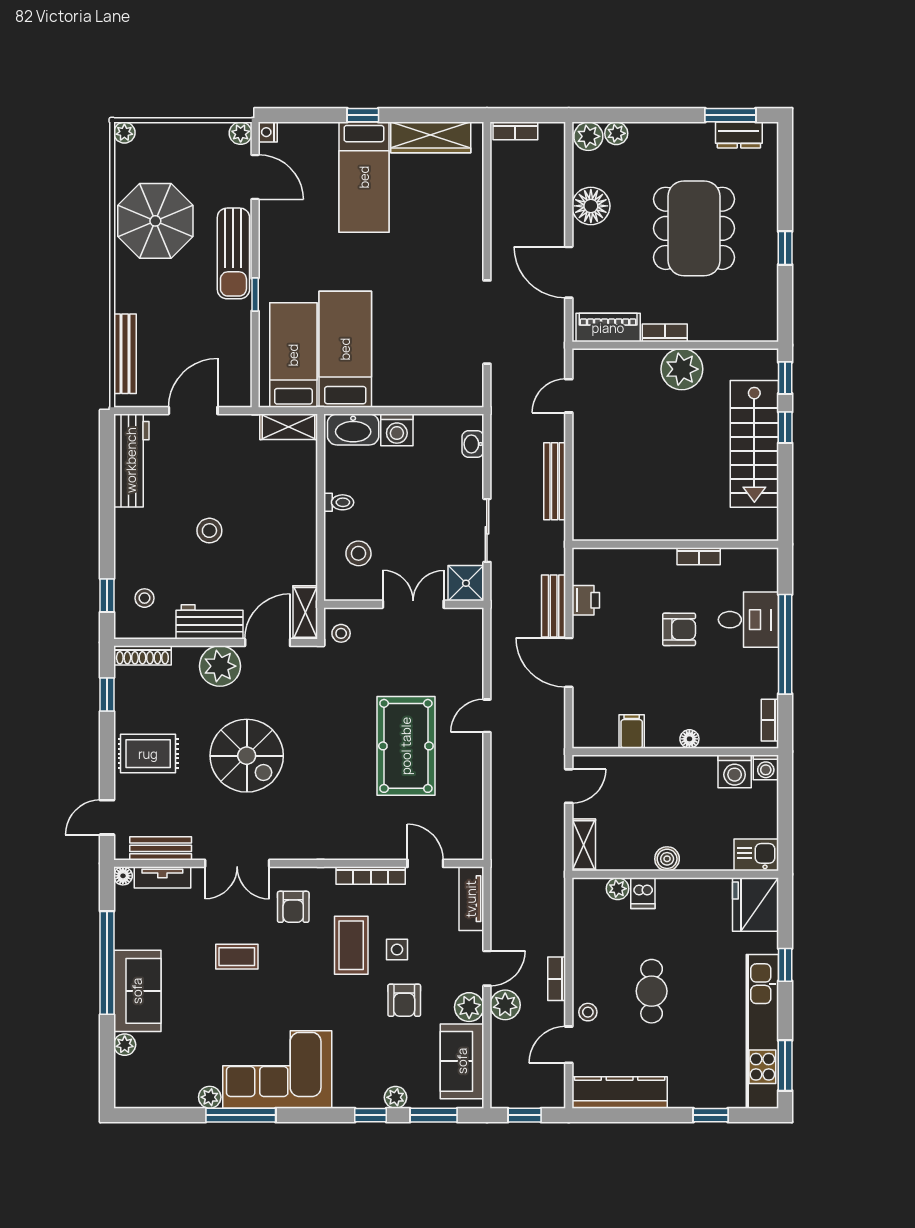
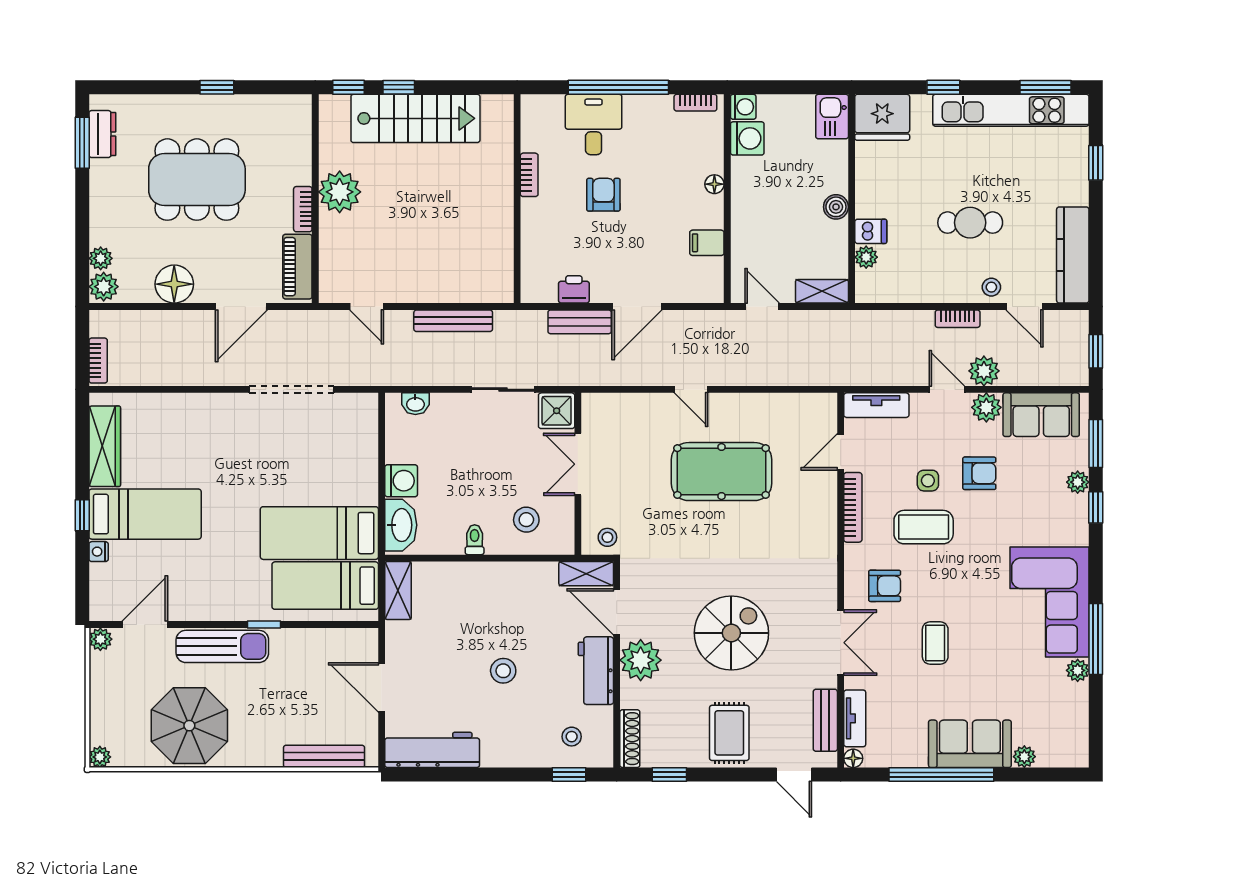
nightstand: (268, 132) -> (99, 552), moved, turned 90

